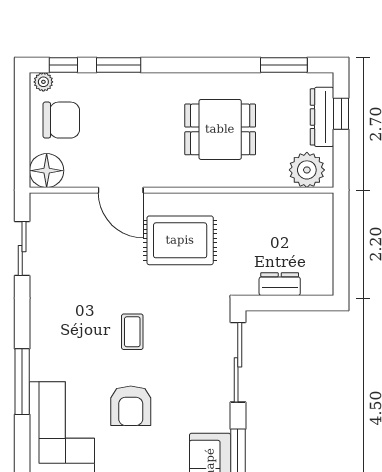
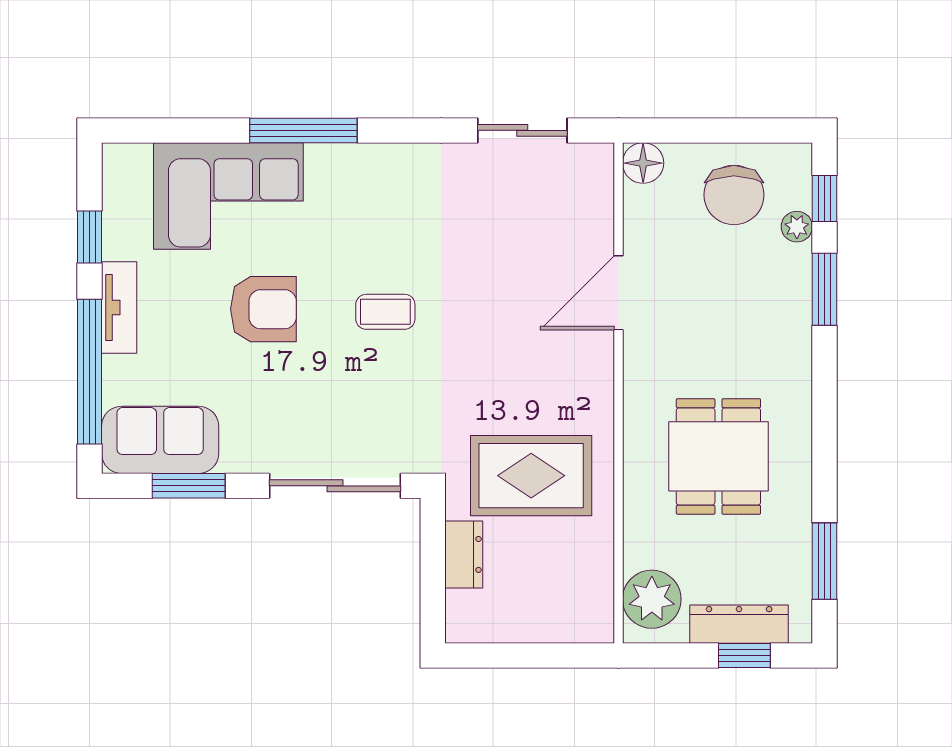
plant: (43, 82) -> (797, 227), moved
floor lamp: (47, 171) -> (643, 163), width x0.73, depth x0.73
rug: (180, 240) -> (531, 476), moved, turned 90
armchair: (131, 406) -> (263, 309), turned 180

